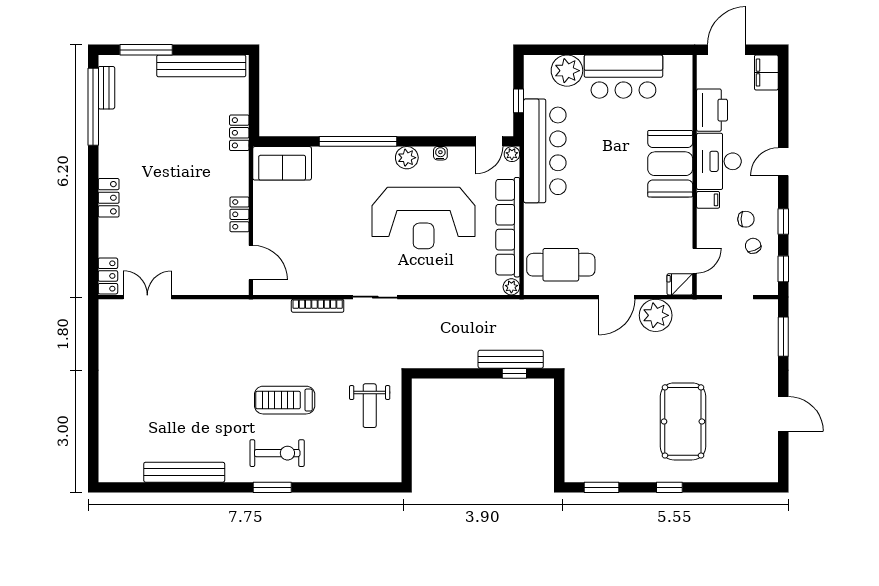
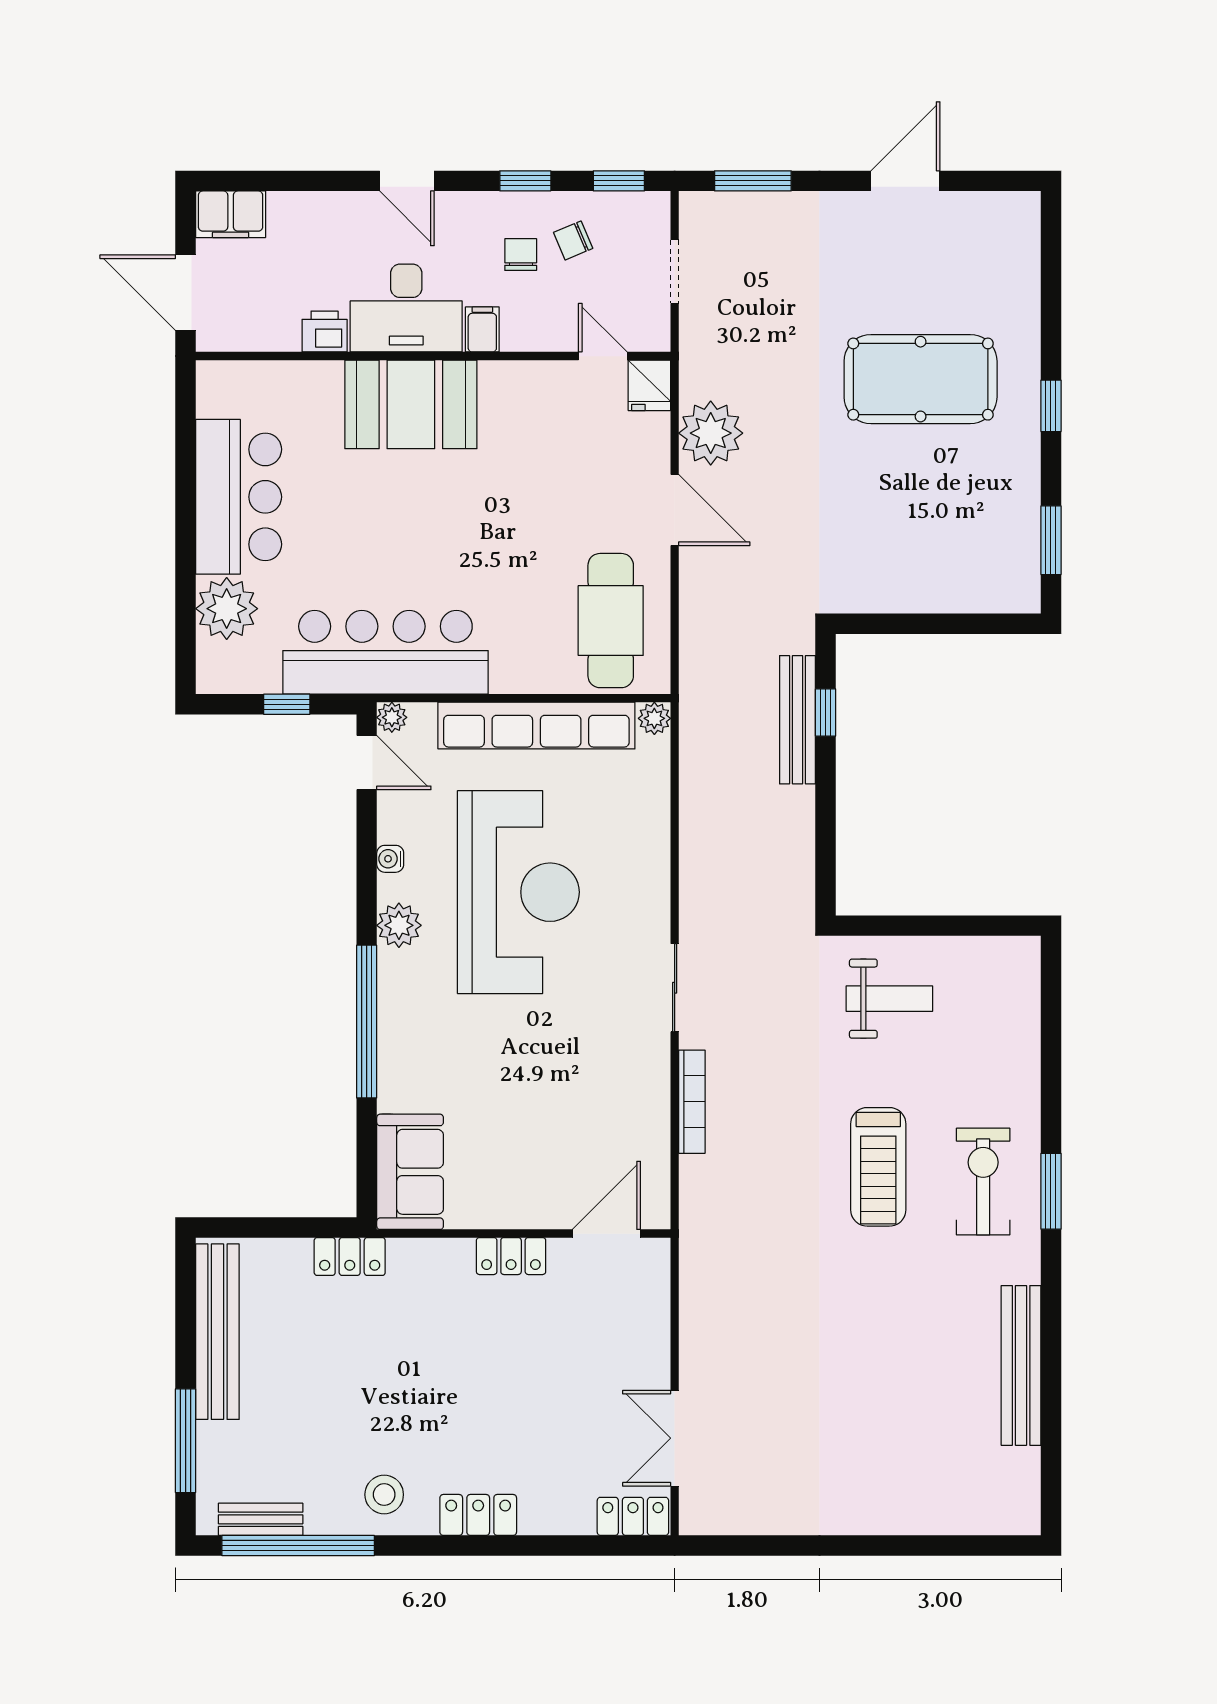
printer: (712, 110) -> (325, 332), width x0.53, depth x0.68
stool: (119, 150) -> (384, 1495), added

